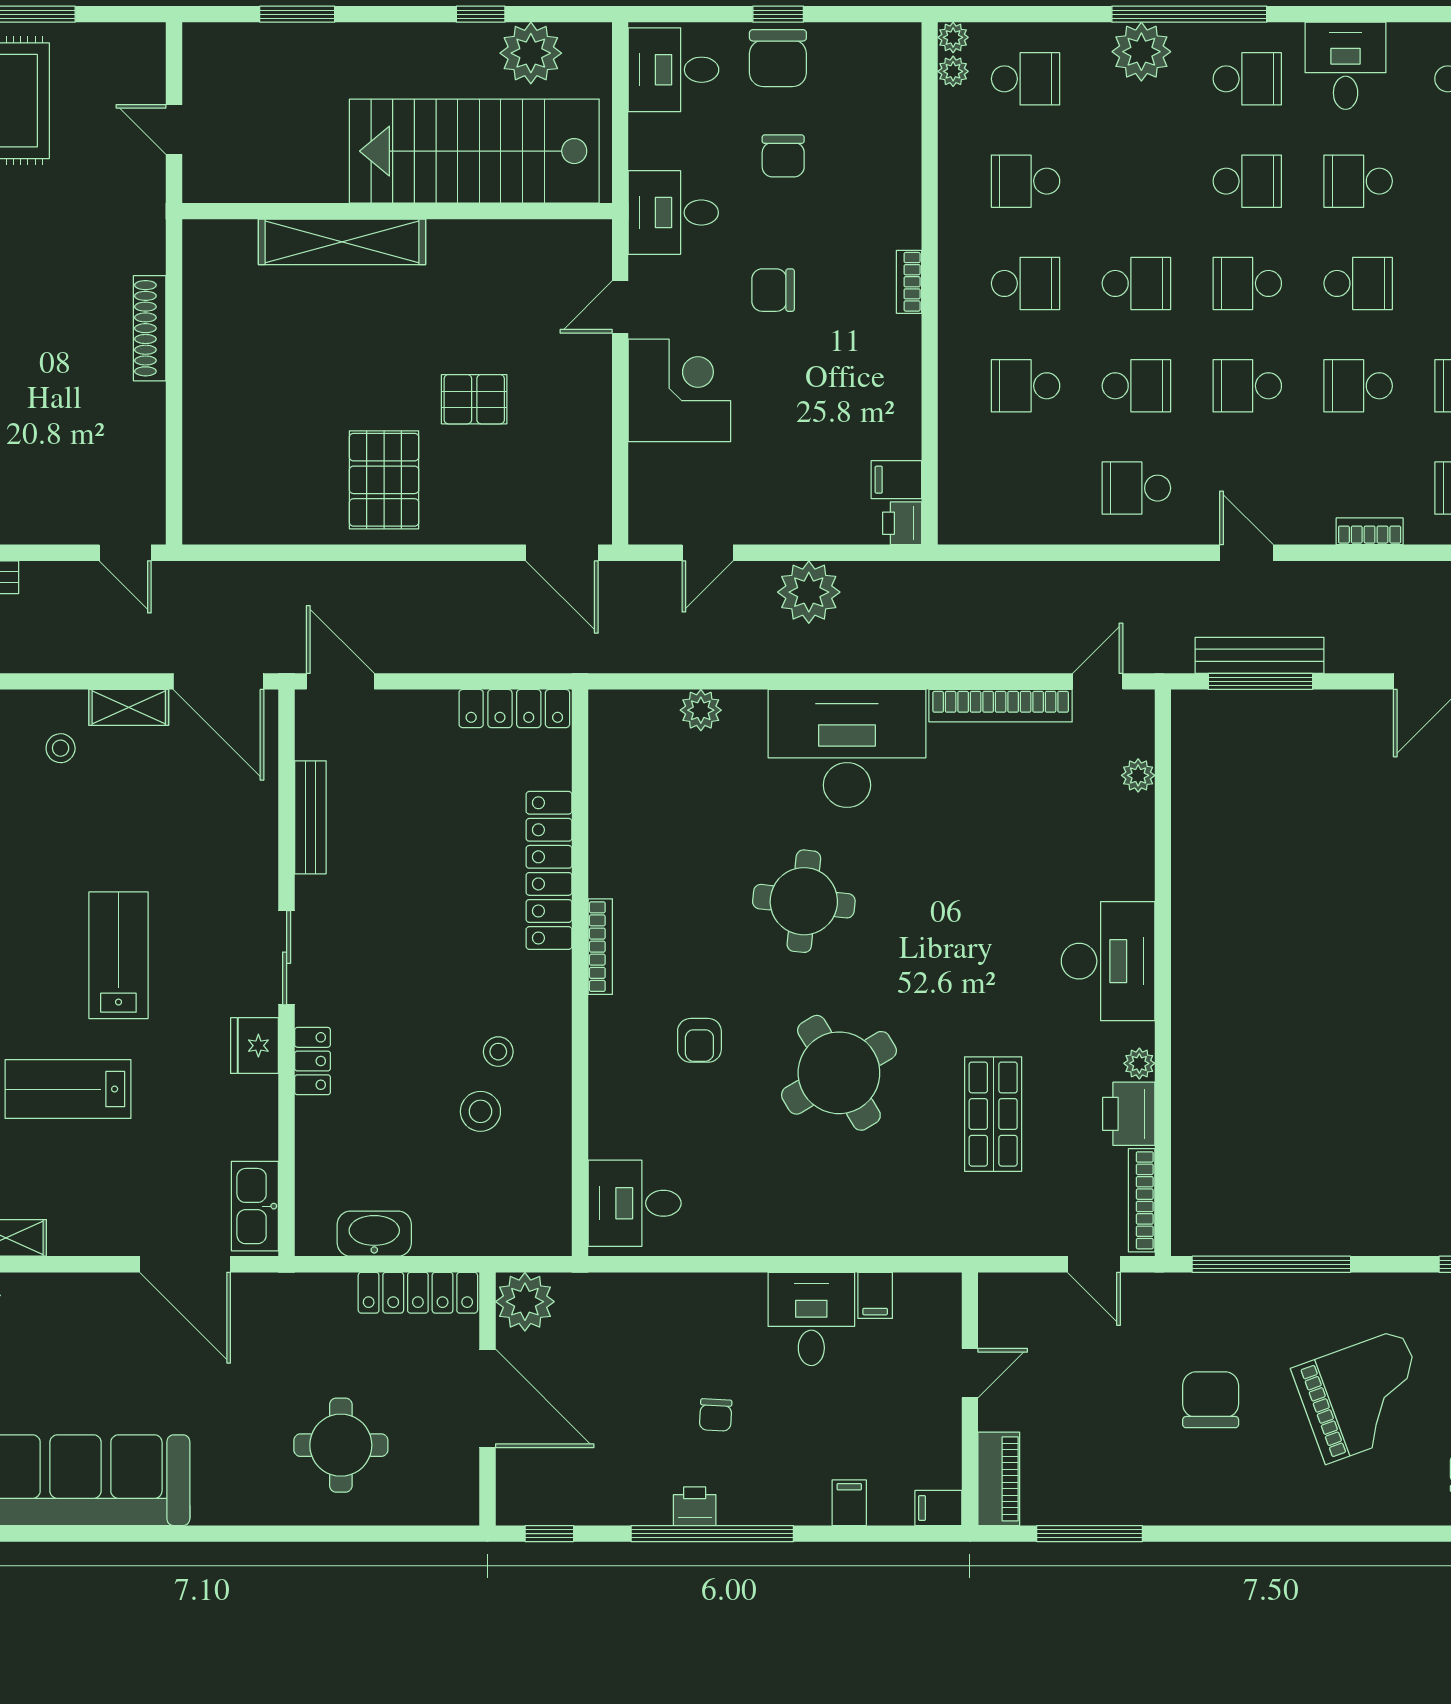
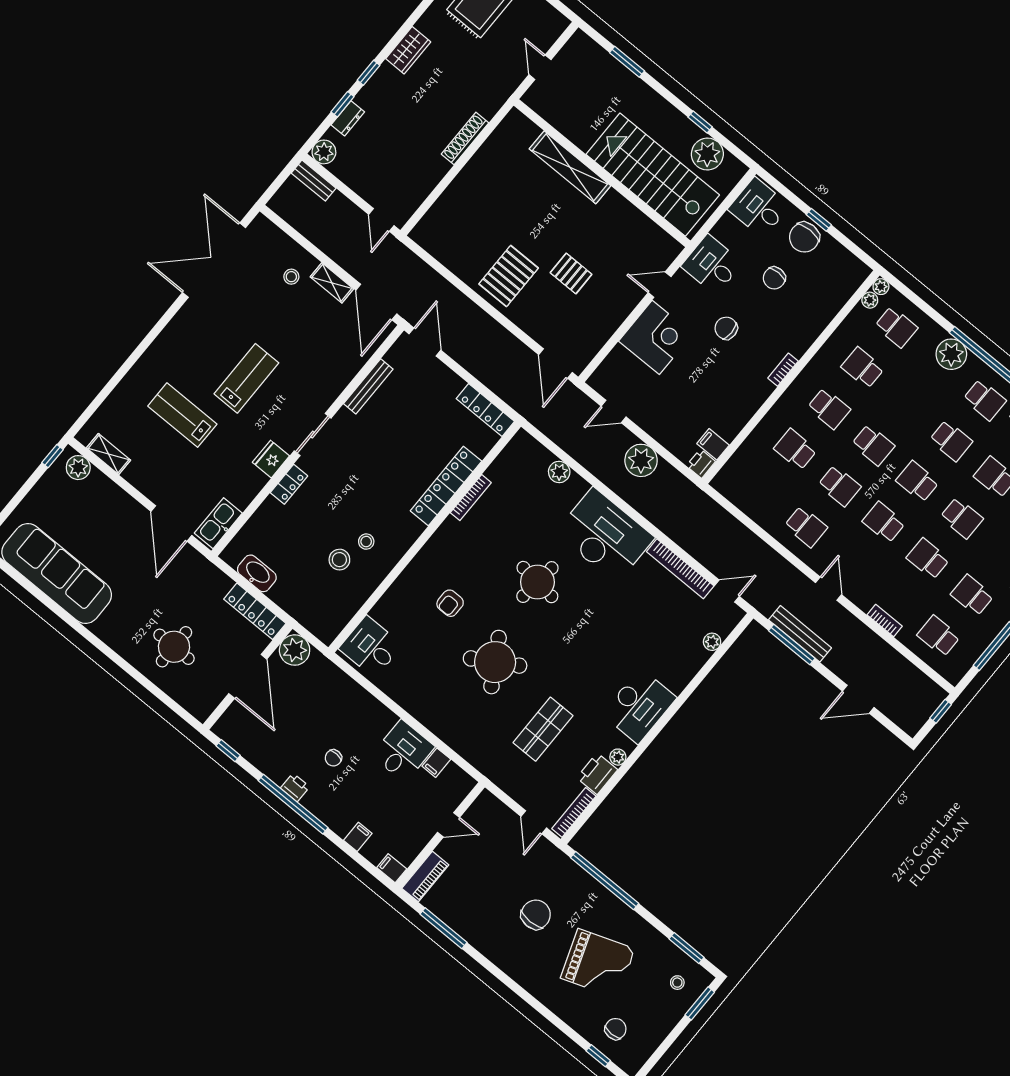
school desk: (1136, 488) -> (806, 527), turned 180
bookcase: (600, 947) -> (471, 498), moved

